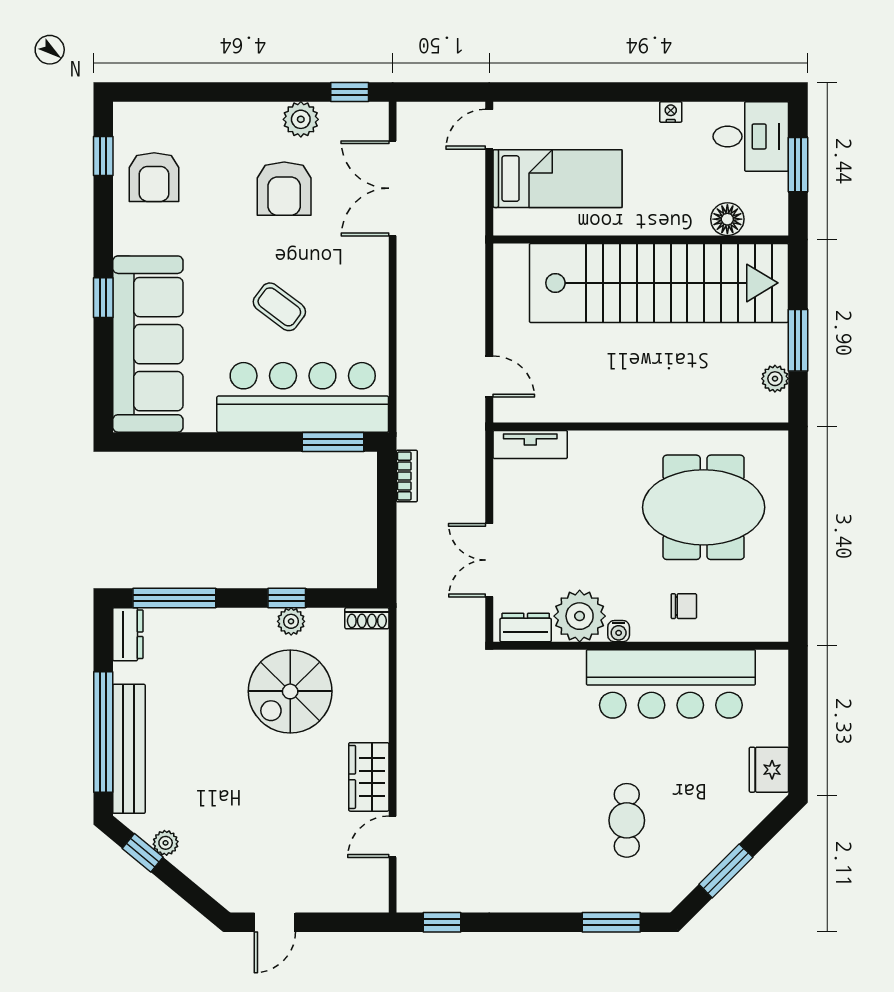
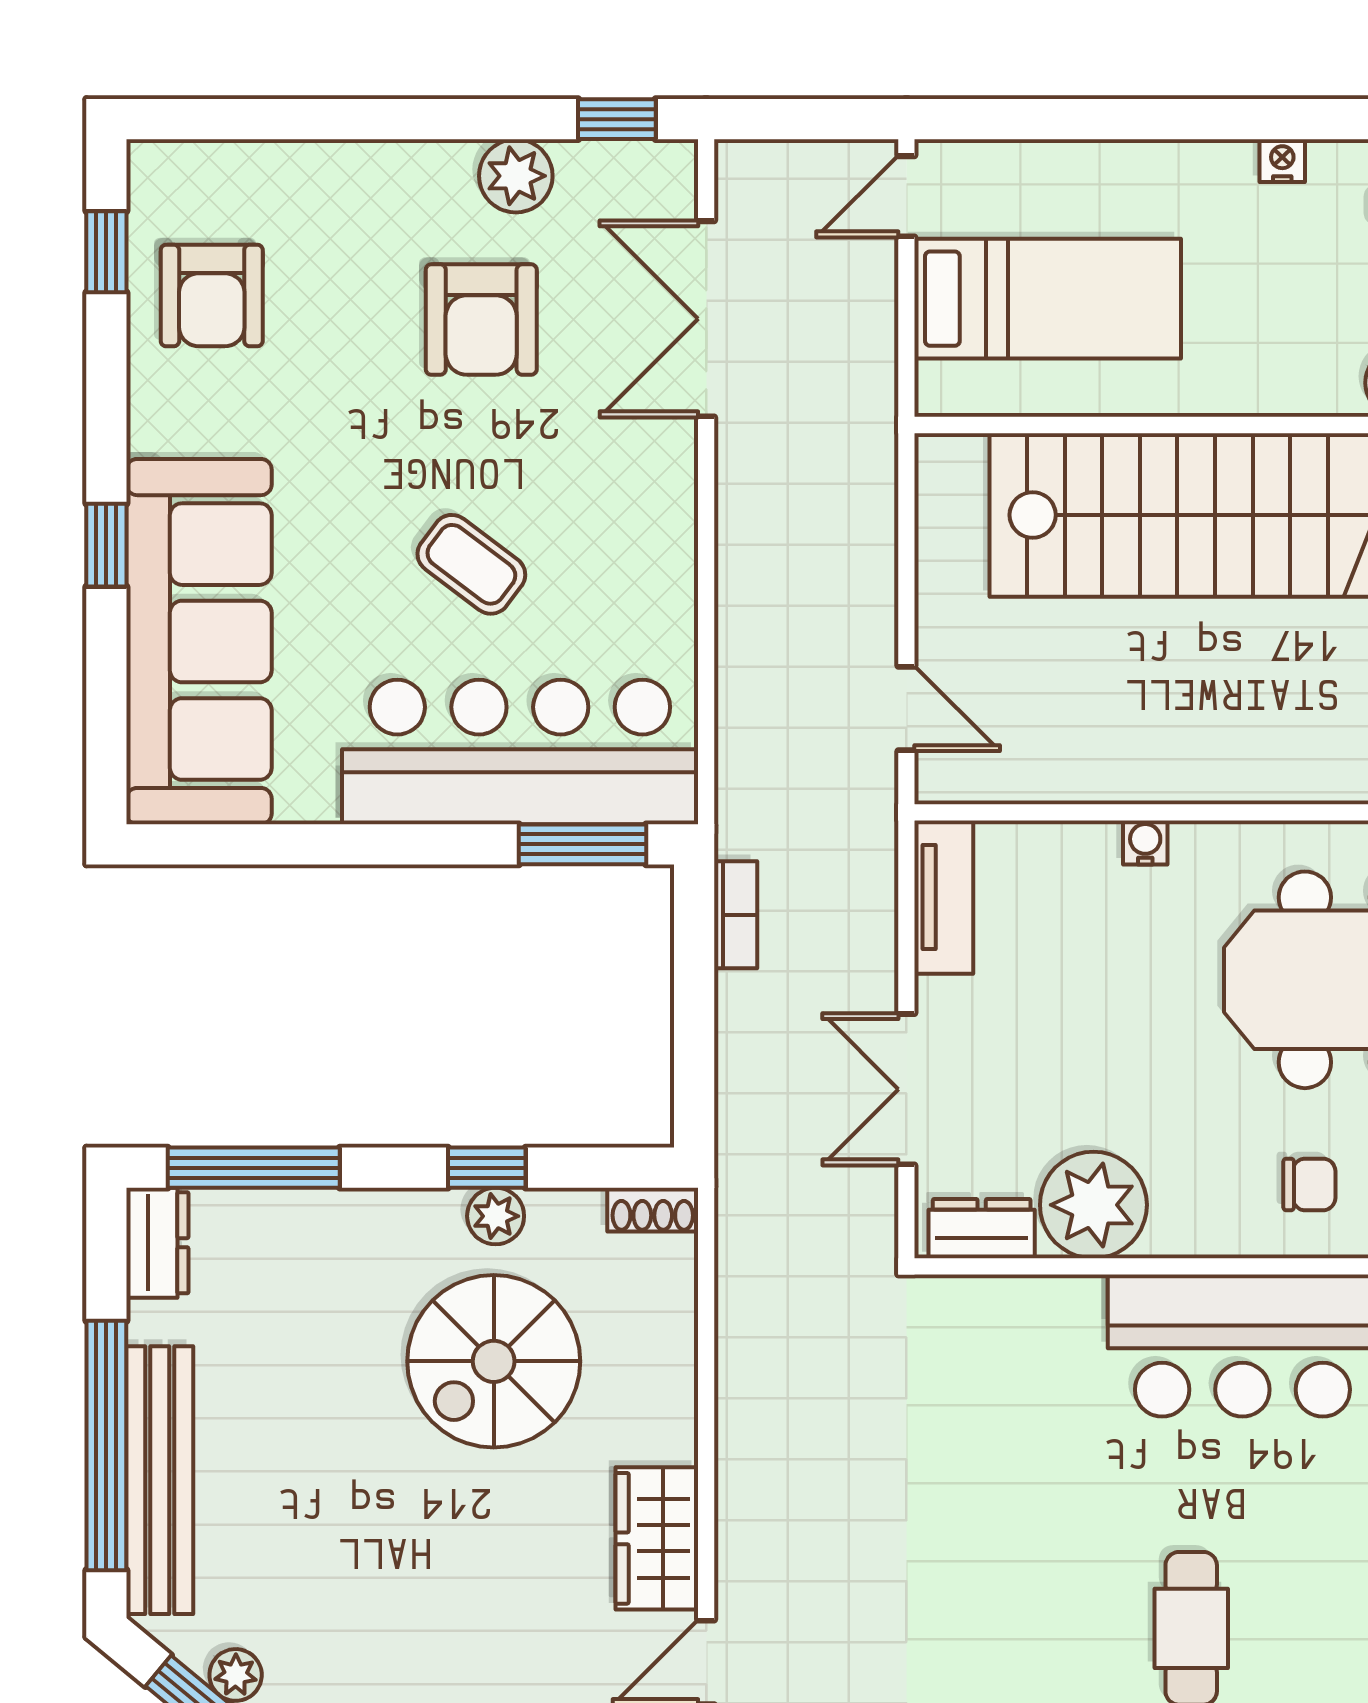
tv unit: (530, 445) -> (944, 897), moved, turned -90
water cooler: (619, 631) -> (1145, 842), moved, turned 180

